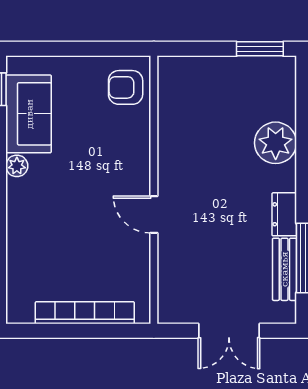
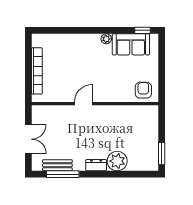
dresser: (284, 214) -> (96, 165), moved
double door: (229, 331) -> (28, 139), swing flipped

